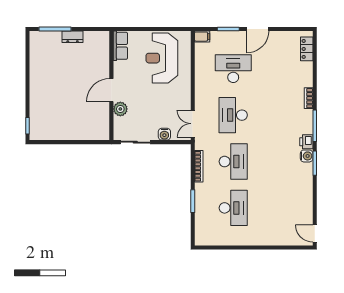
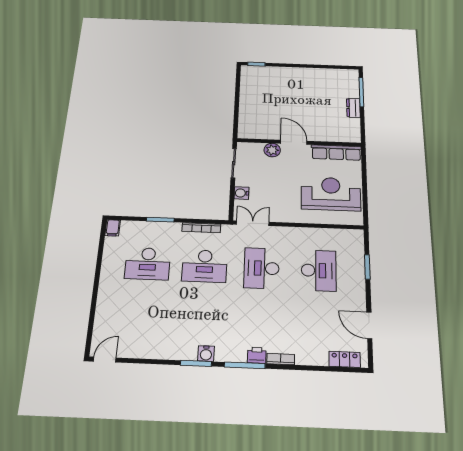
door: (258, 29) -> (369, 325), moved
filing cabinet: (202, 37) -> (113, 228), moved
row of seats: (120, 46) -> (336, 152), width x1.48
desk: (233, 115) -> (262, 268), turned -90
printer: (306, 142) -> (257, 355), moved

